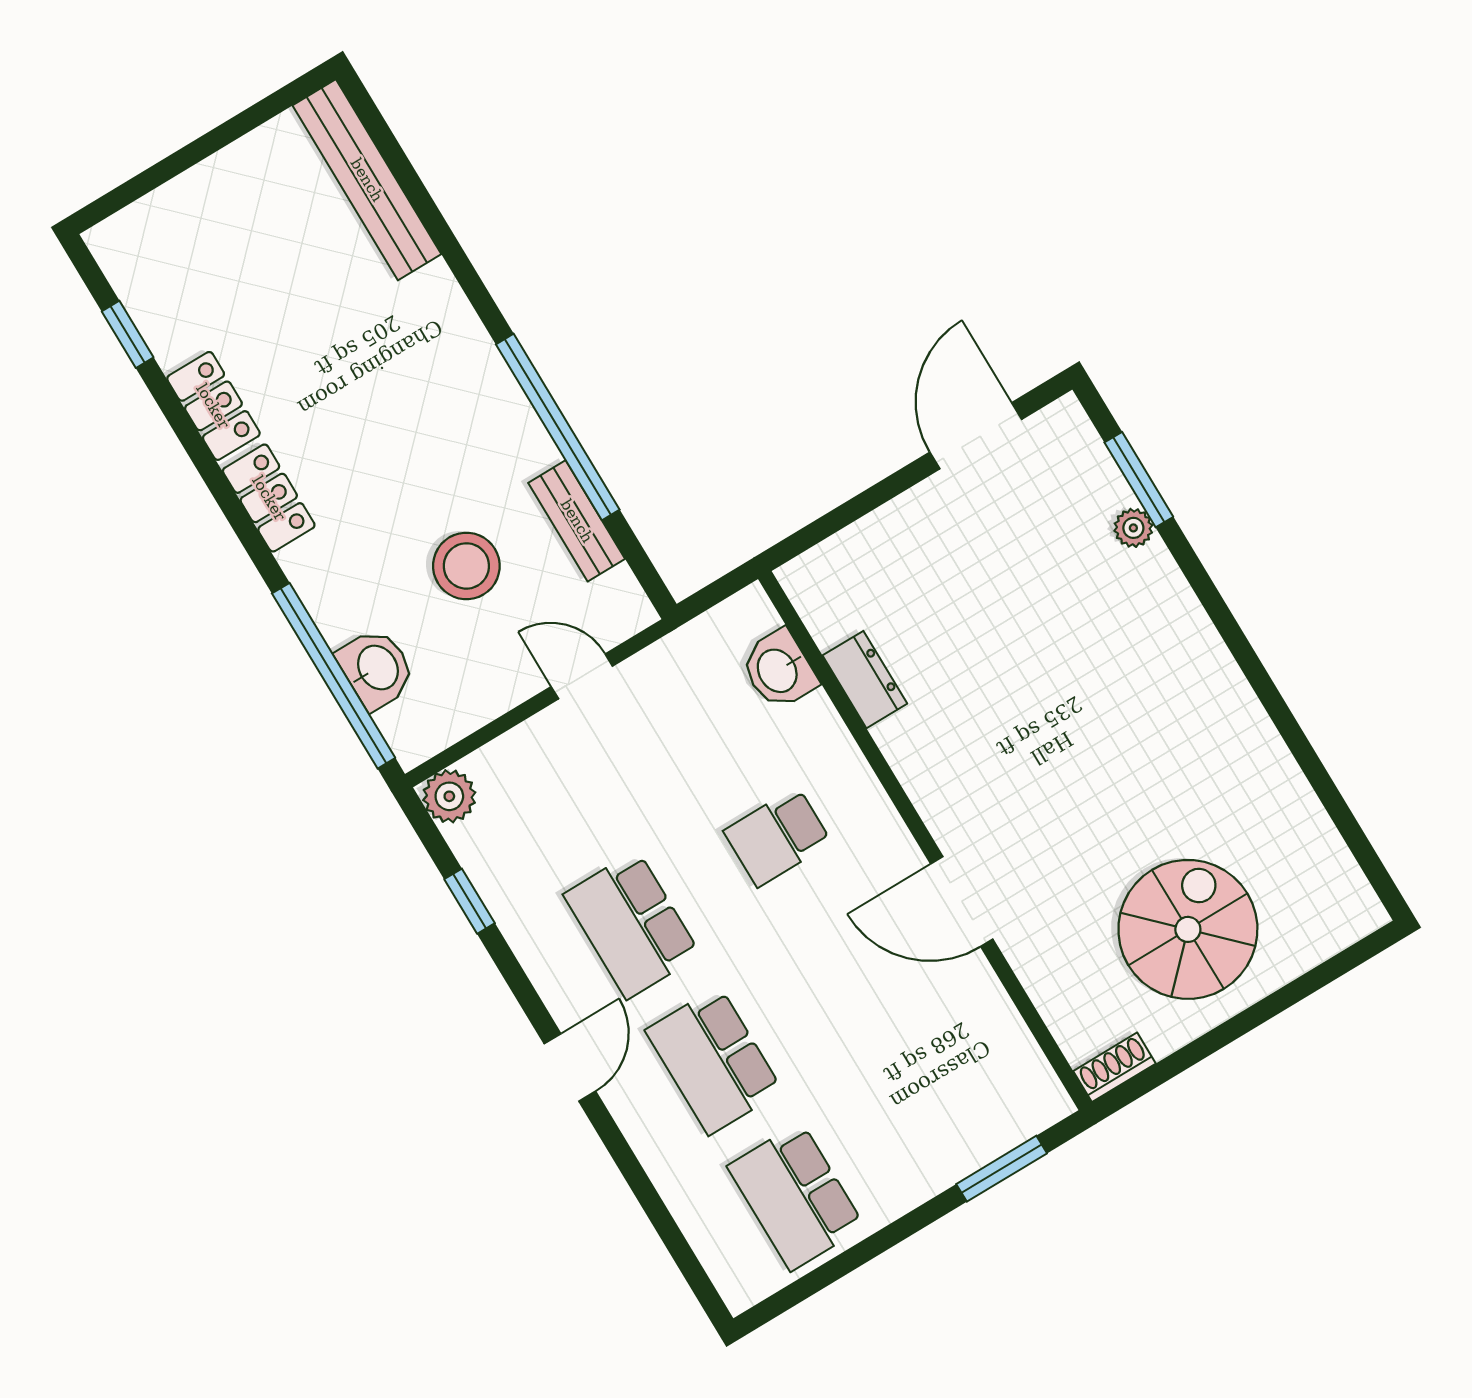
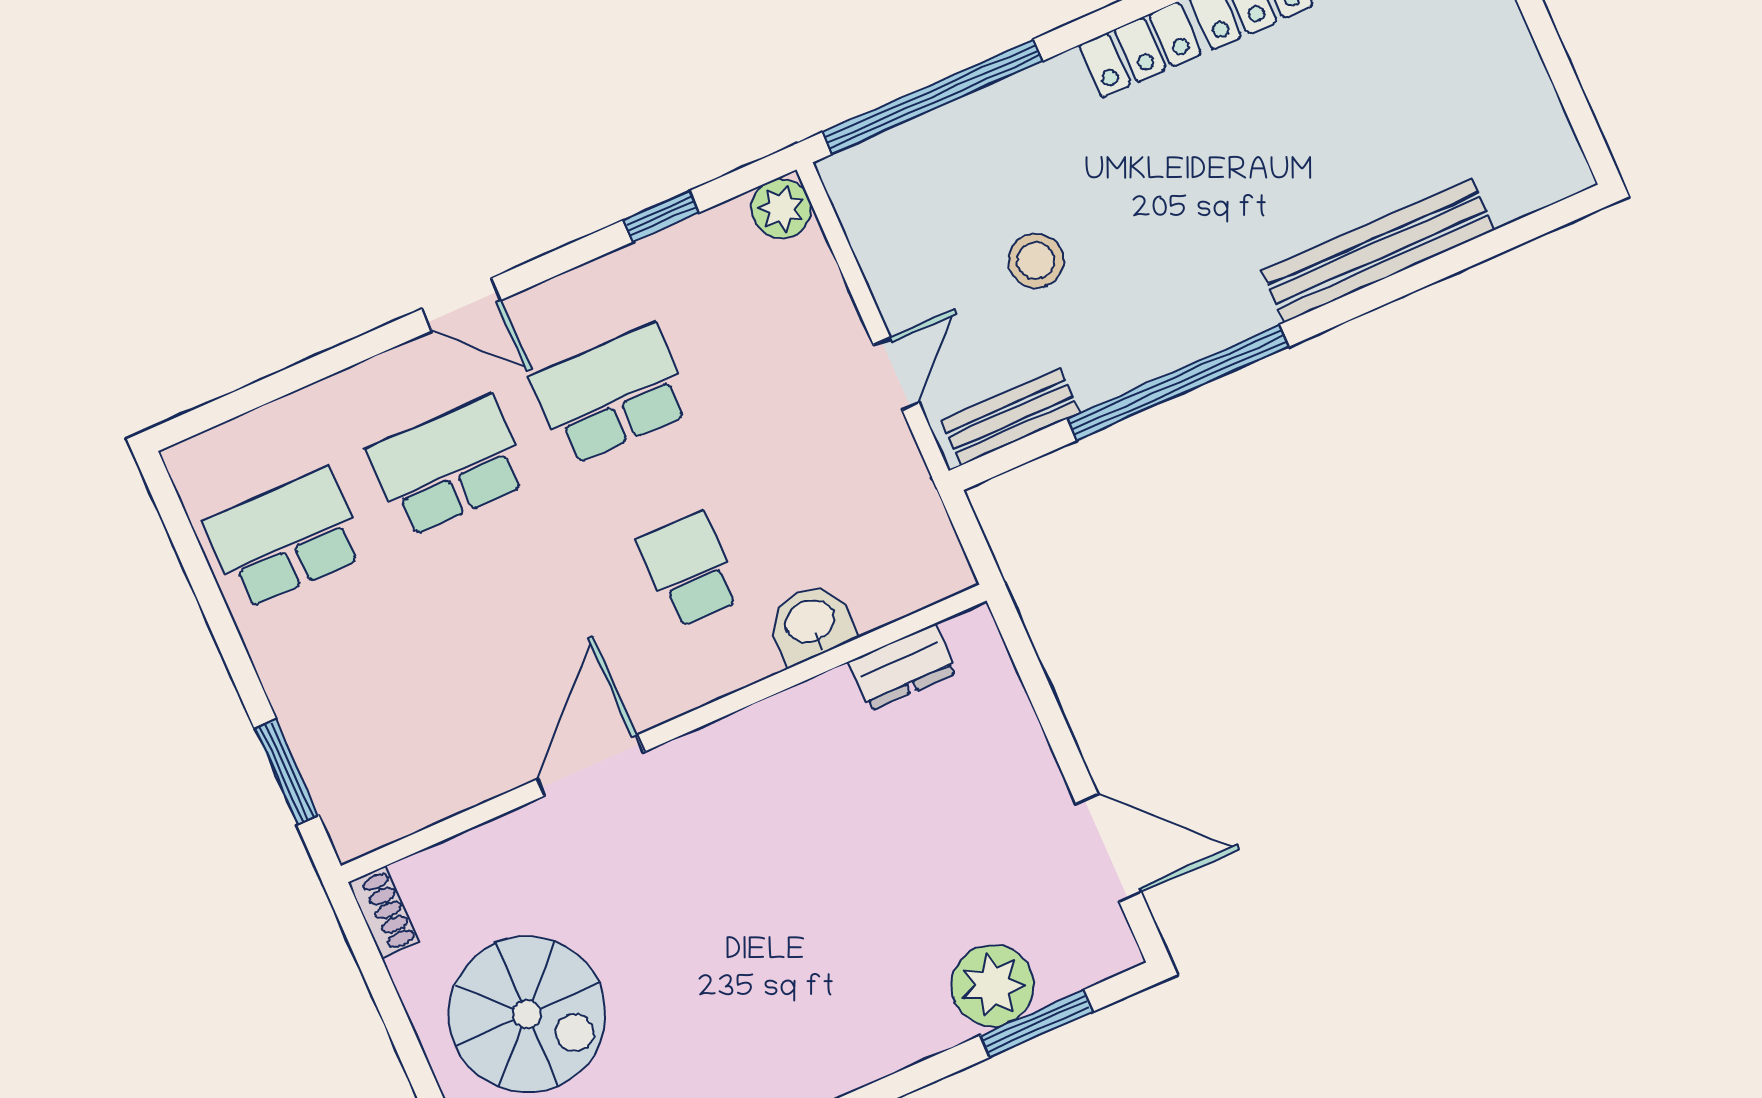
bench: (367, 180) -> (1378, 250), moved
bench: (577, 521) -> (1010, 417), moved
plant: (1133, 528) -> (993, 986), width x1.87, depth x1.87
stool: (466, 566) -> (1036, 261), width x0.73, depth x0.73
washbasin: (376, 668) -> (934, 146), removed
washbasin: (779, 670) -> (810, 623), moved
dresser: (865, 680) -> (903, 667), moved

